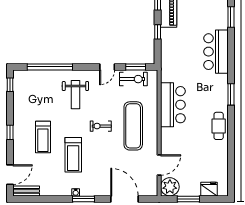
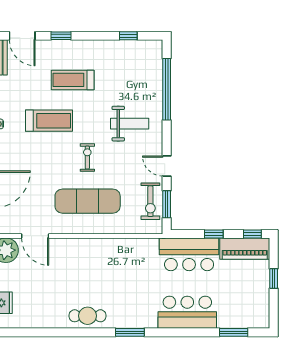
window: (10, 85) -> (128, 36), moved
weight bench: (75, 95) -> (130, 124), turned 180
bar counter: (173, 105) -> (189, 254), moved
window: (10, 132) -> (61, 36), moved
treadmill: (73, 155) -> (49, 121), turned 180

